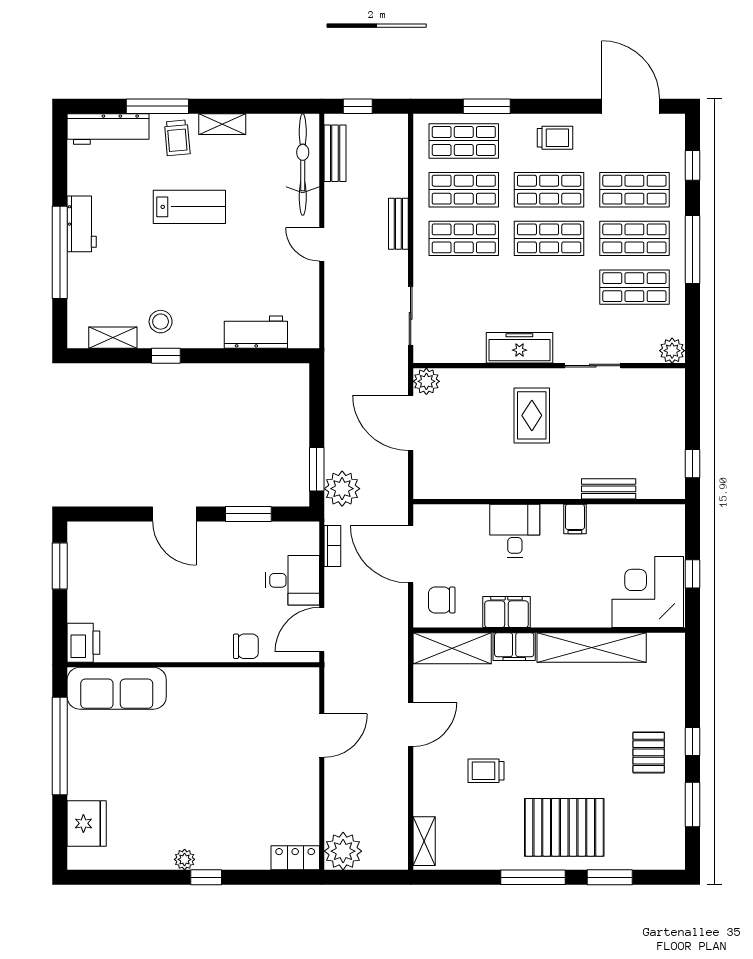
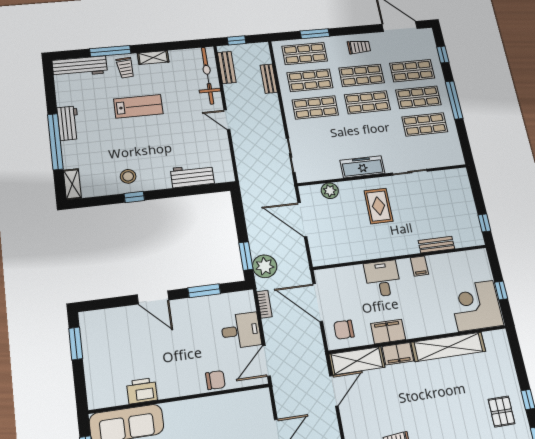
bench: (398, 224) -> (269, 79), moved
shelving: (113, 338) -> (72, 184), moved, turned 90
plant: (672, 351) -> (456, 158), removed
plant: (426, 381) -> (330, 191), moved
printer: (83, 643) -> (142, 391), moved, turned -90
door: (411, 725) -> (334, 391), moved

